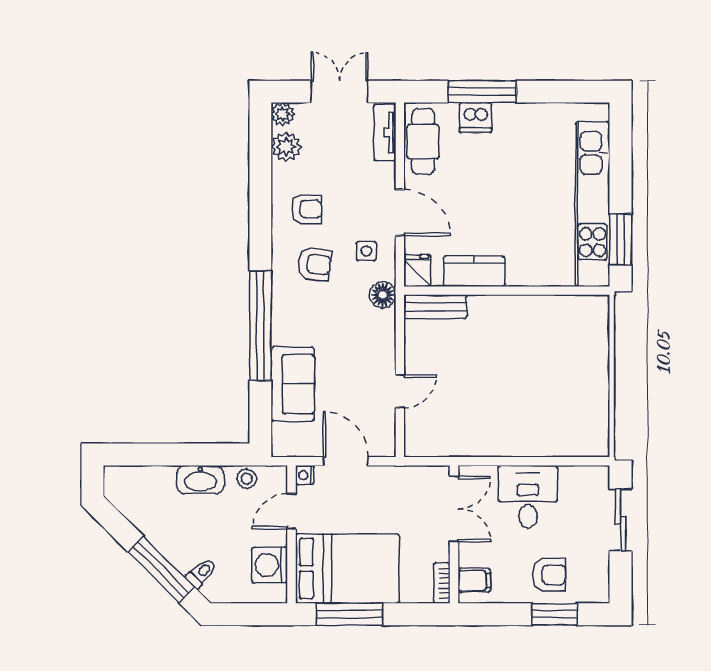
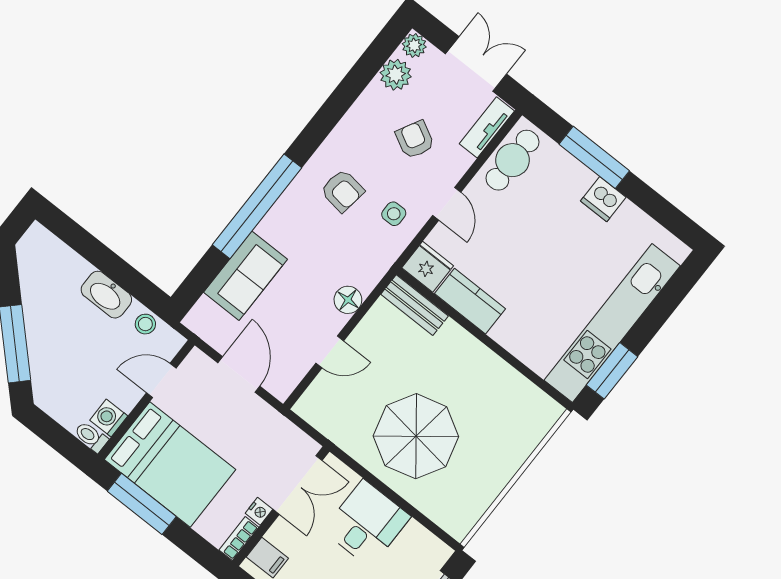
dishwasher: (475, 117) -> (603, 199), moved
armchair: (307, 209) -> (415, 140), moved, turned -152
door: (400, 212) -> (447, 204), width x0.73
fridge: (417, 271) -> (428, 267), width x1.38
floor lamp: (383, 295) -> (348, 300), moved
parasol: (513, 403) -> (416, 436), added
nightstand: (305, 475) -> (259, 511), moved, turned 180
washing machine: (270, 565) -> (109, 418), width x0.73, depth x0.73
toilet: (201, 573) -> (91, 437), moved, turned -135

